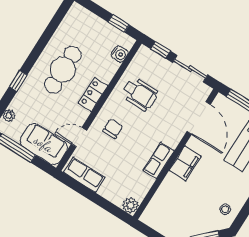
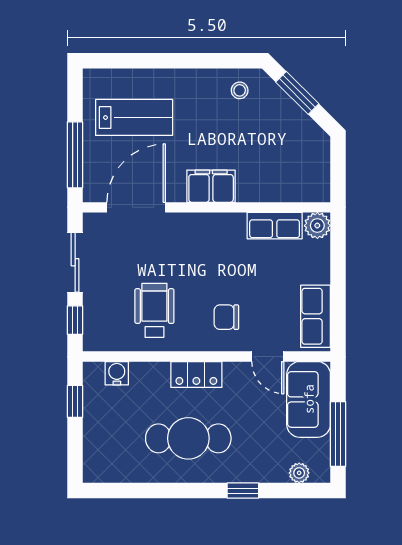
row of seats: (159, 160) -> (275, 226), moved

